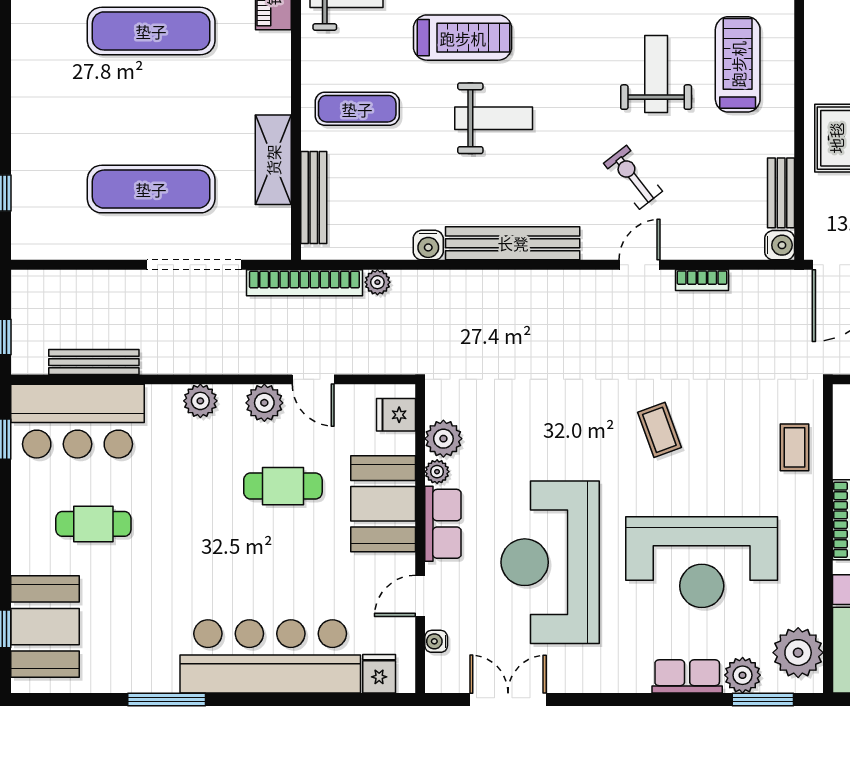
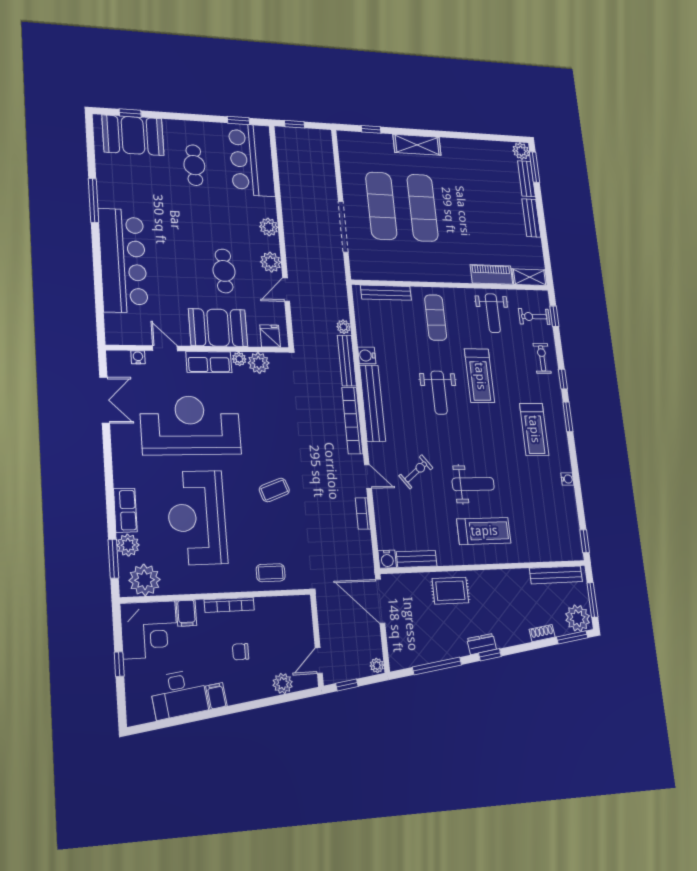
exercise mat: (151, 31) -> (423, 208), moved
shelving: (273, 160) -> (417, 145), moved
bookcase: (304, 283) -> (352, 421), moved
bench: (94, 362) -> (347, 361), moved
fridge: (379, 674) -> (116, 323), removed

